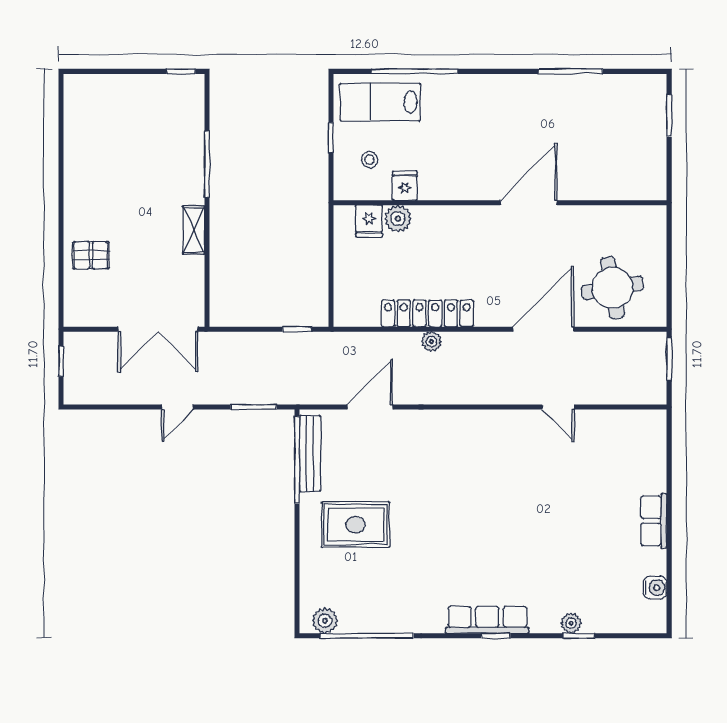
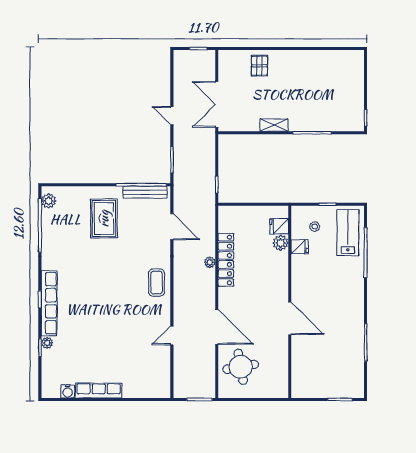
coffee table: (467, 434) -> (157, 283), added
row of seats: (654, 521) -> (99, 391), width x1.48
row of seats: (487, 620) -> (49, 303), width x1.36

